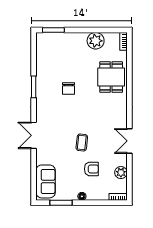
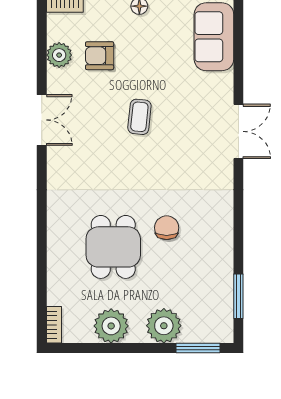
plant: (70, 41) -> (164, 326), added
dining table: (111, 77) -> (113, 247), moved
window: (34, 87) -> (238, 296), moved
armchair: (91, 169) -> (100, 56), moved

